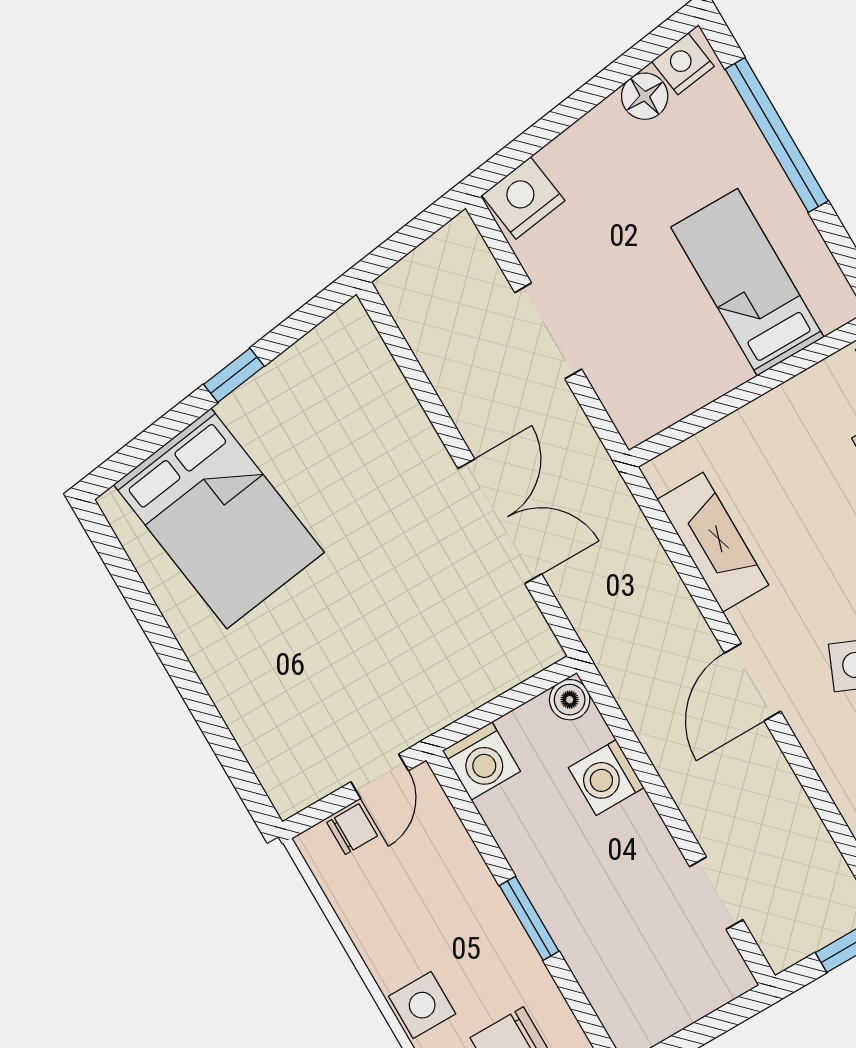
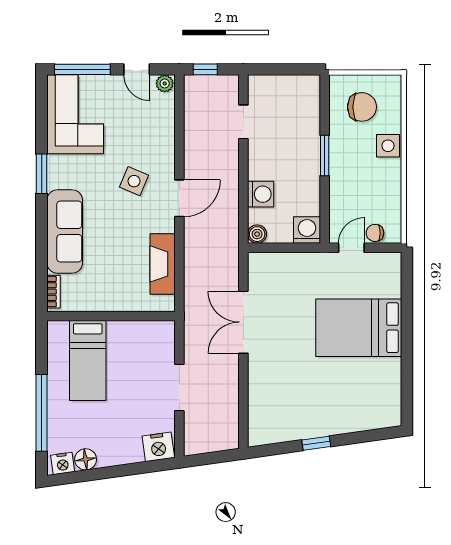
bed: (219, 518) -> (359, 328), moved, turned -82

